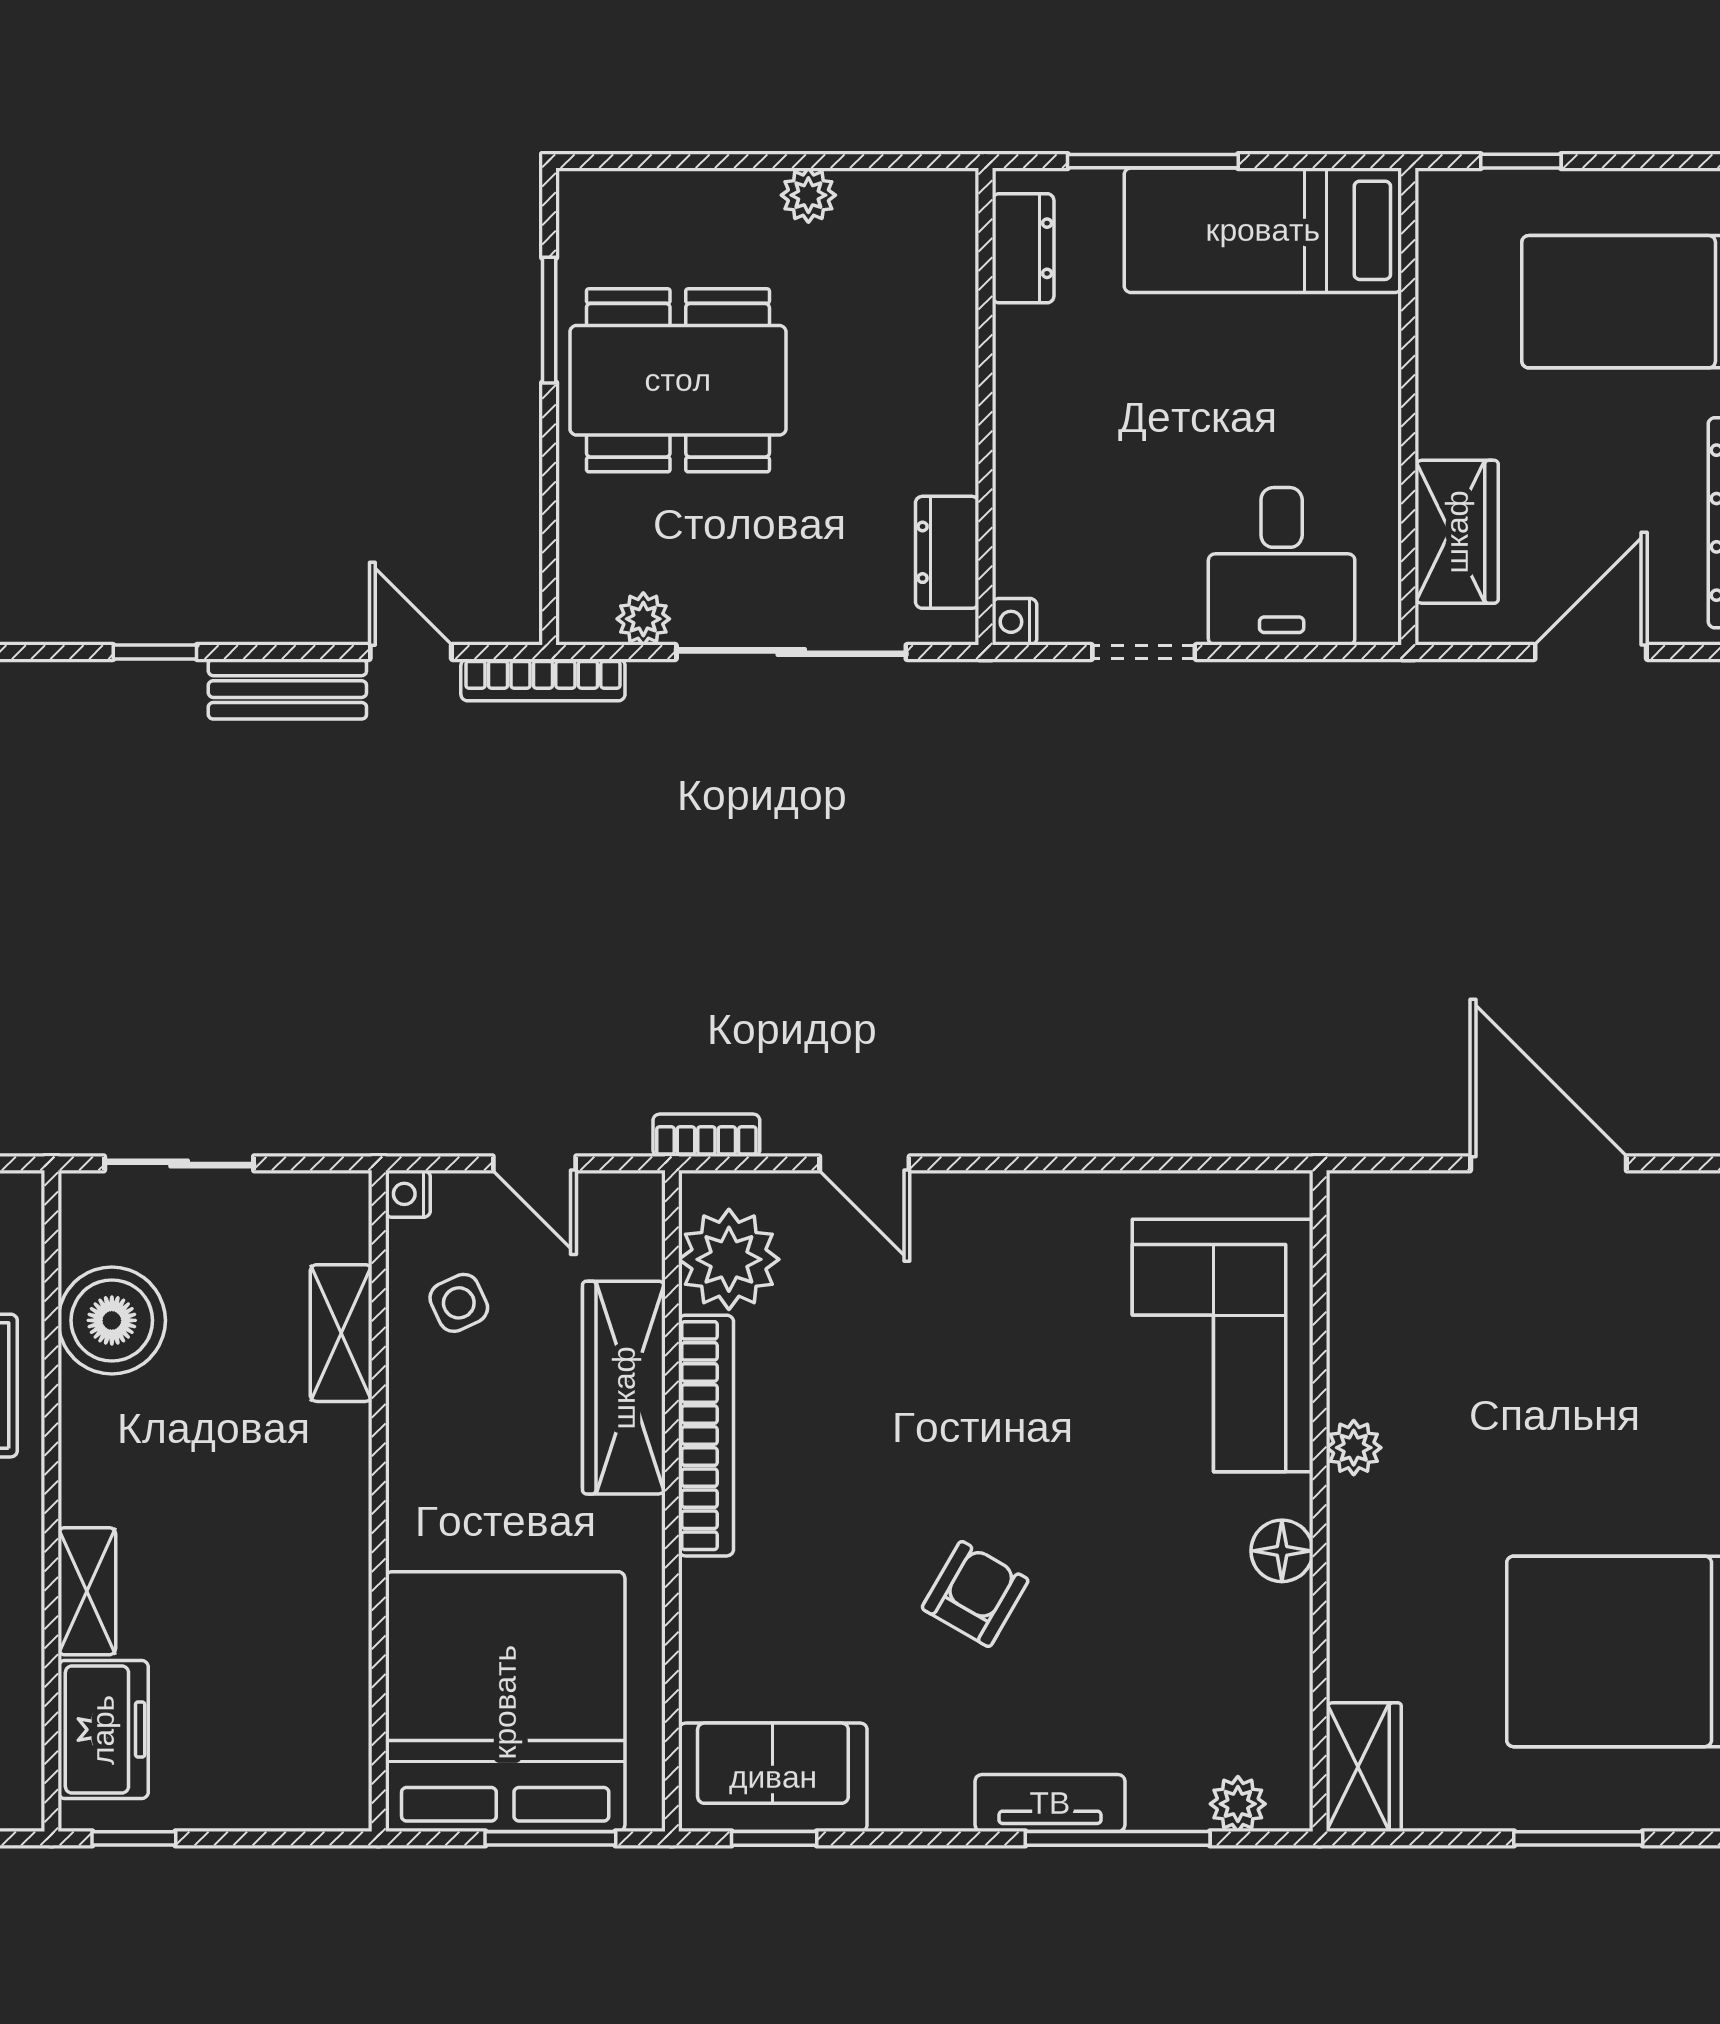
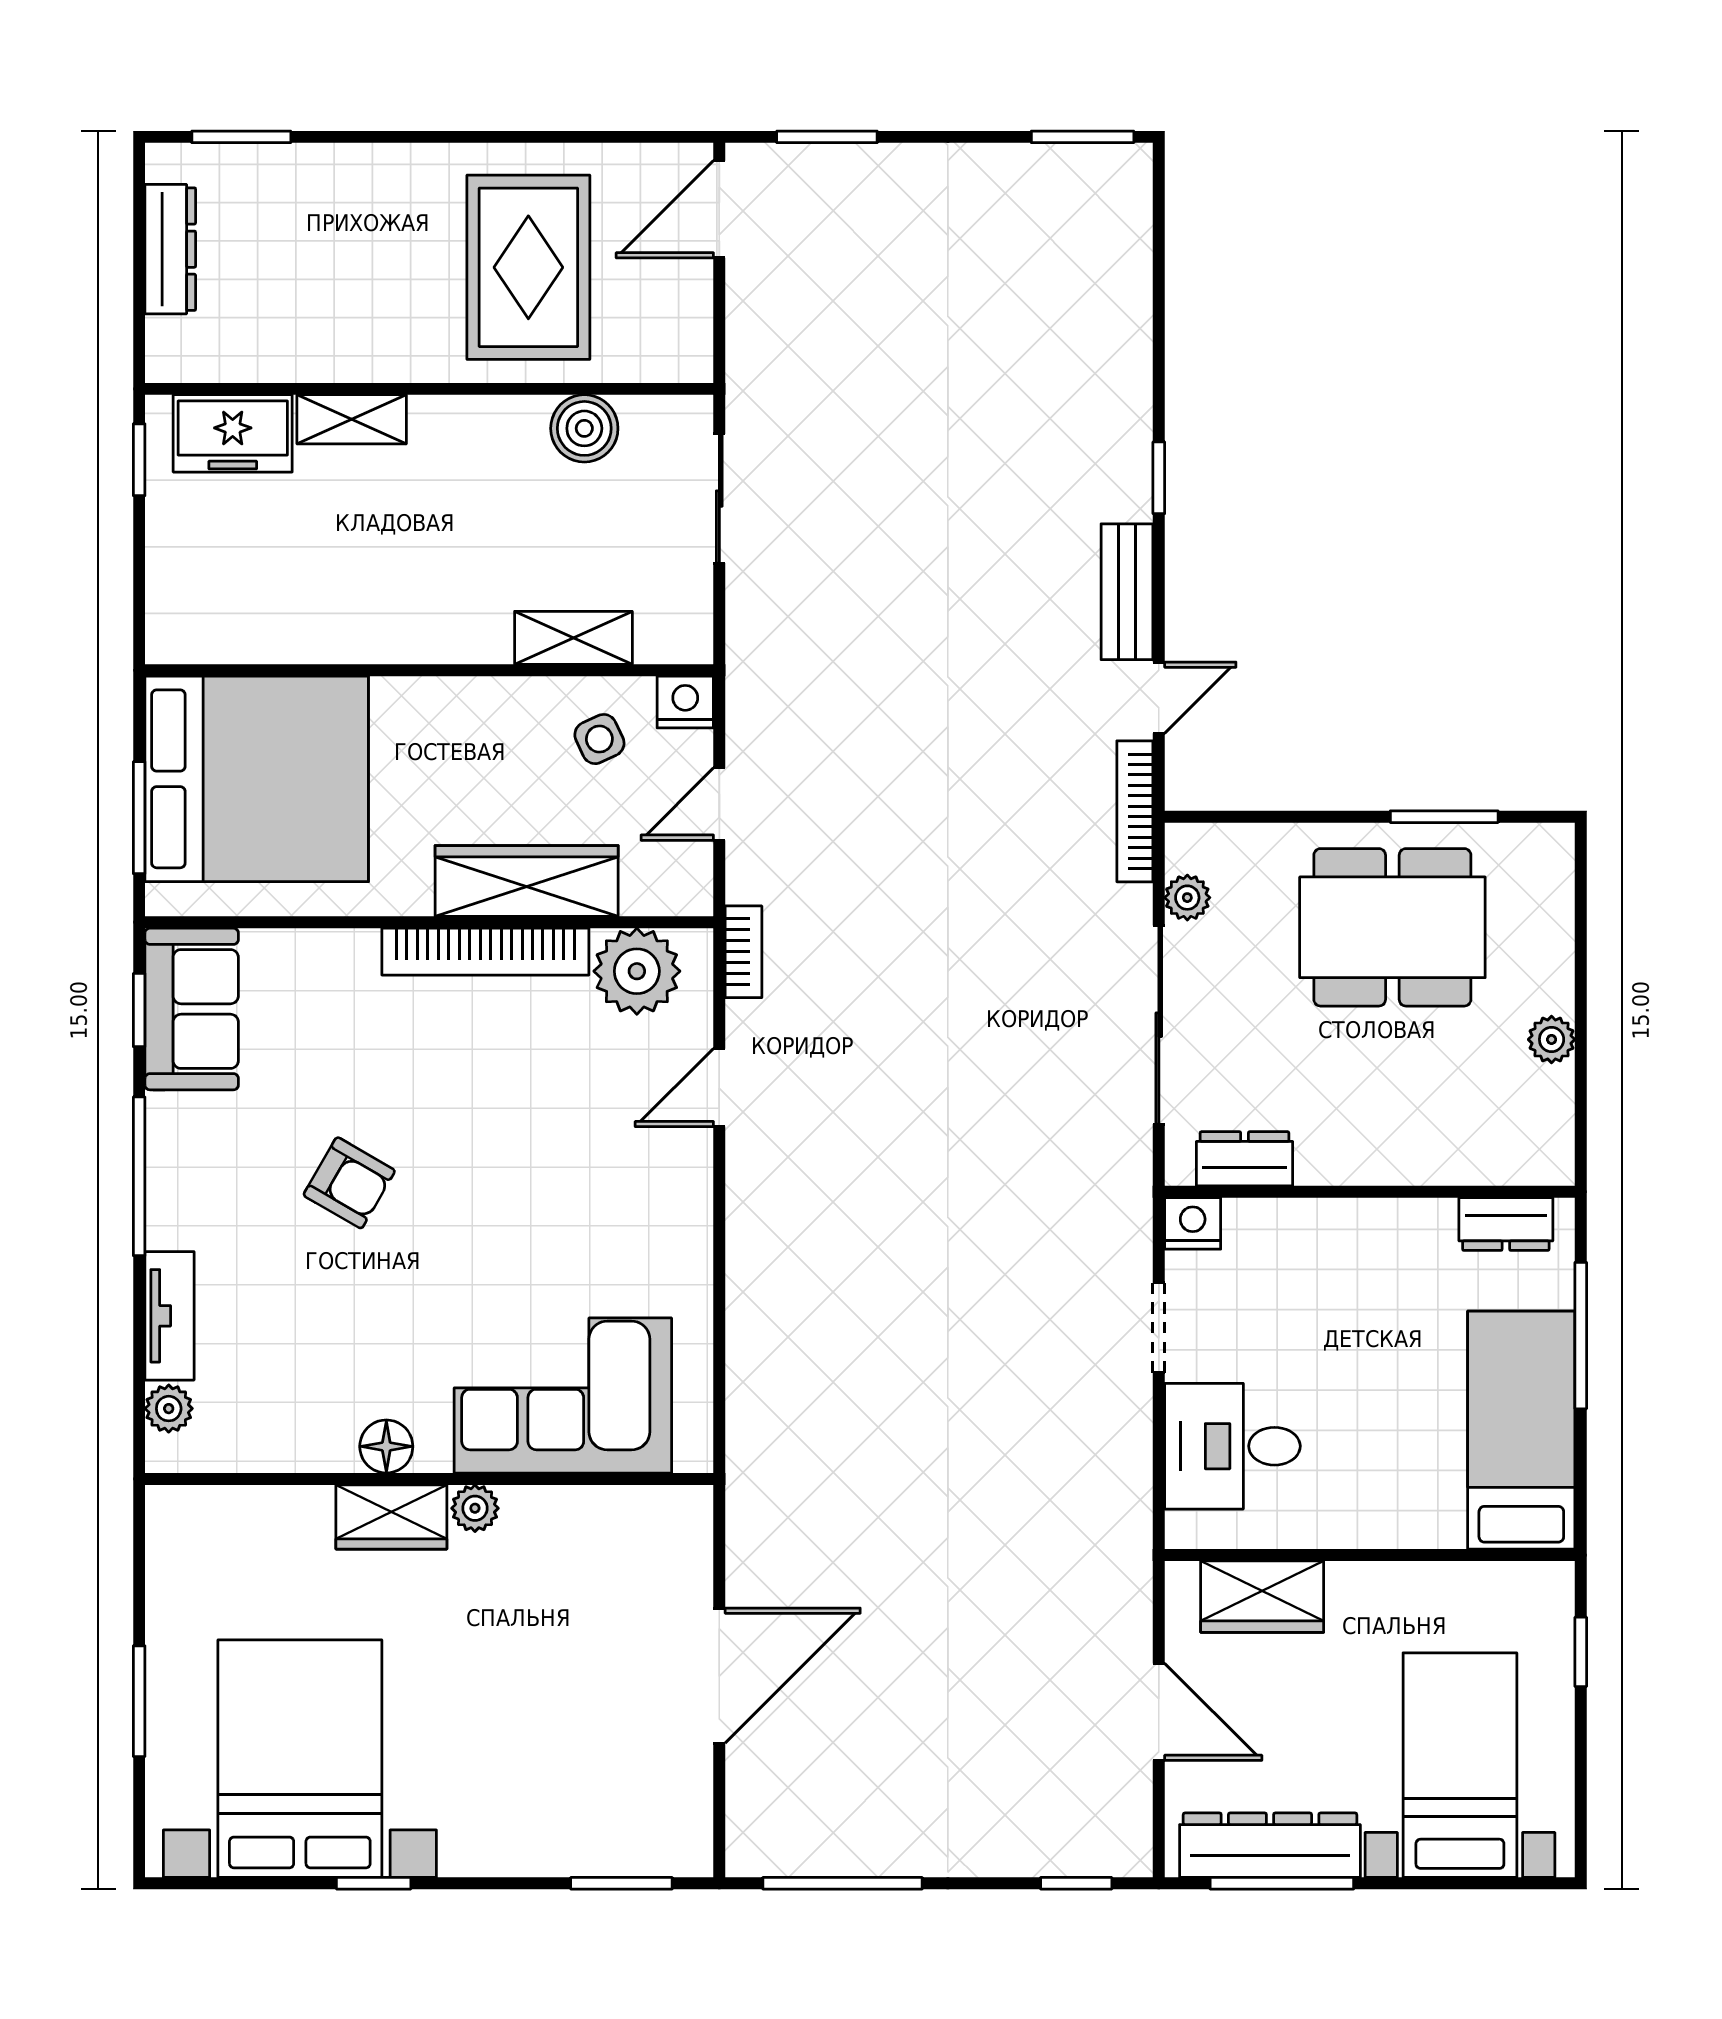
dining table: (678, 380) -> (1392, 927), turned 90
nightstand: (1015, 622) -> (1193, 1223), width x1.39, depth x1.35
nightstand: (408, 1194) -> (685, 702), width x1.39, depth x1.35
boiler: (112, 1320) -> (584, 428), width x0.73, depth x0.73
wardrobe: (1364, 1767) -> (391, 1517), moved
tv unit: (1050, 1803) -> (170, 1316), moved
window: (1118, 1838) -> (139, 1176), moved

